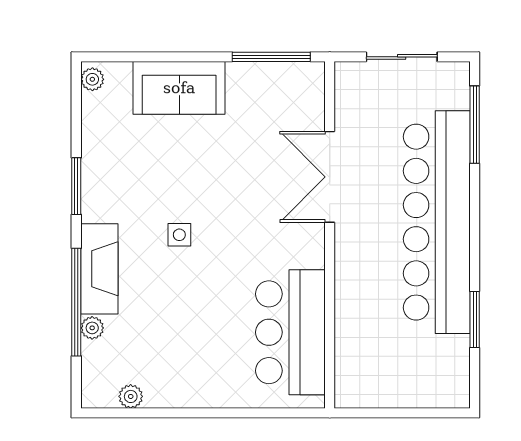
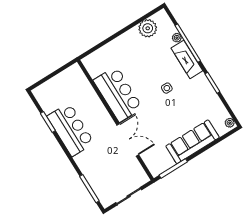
sofa: (179, 88) -> (192, 142), width x1.36
bar counter: (437, 222) -> (71, 130), width x0.54
bar counter: (290, 332) -> (118, 94), moved
plant: (131, 396) -> (148, 28), width x1.88, depth x1.88

